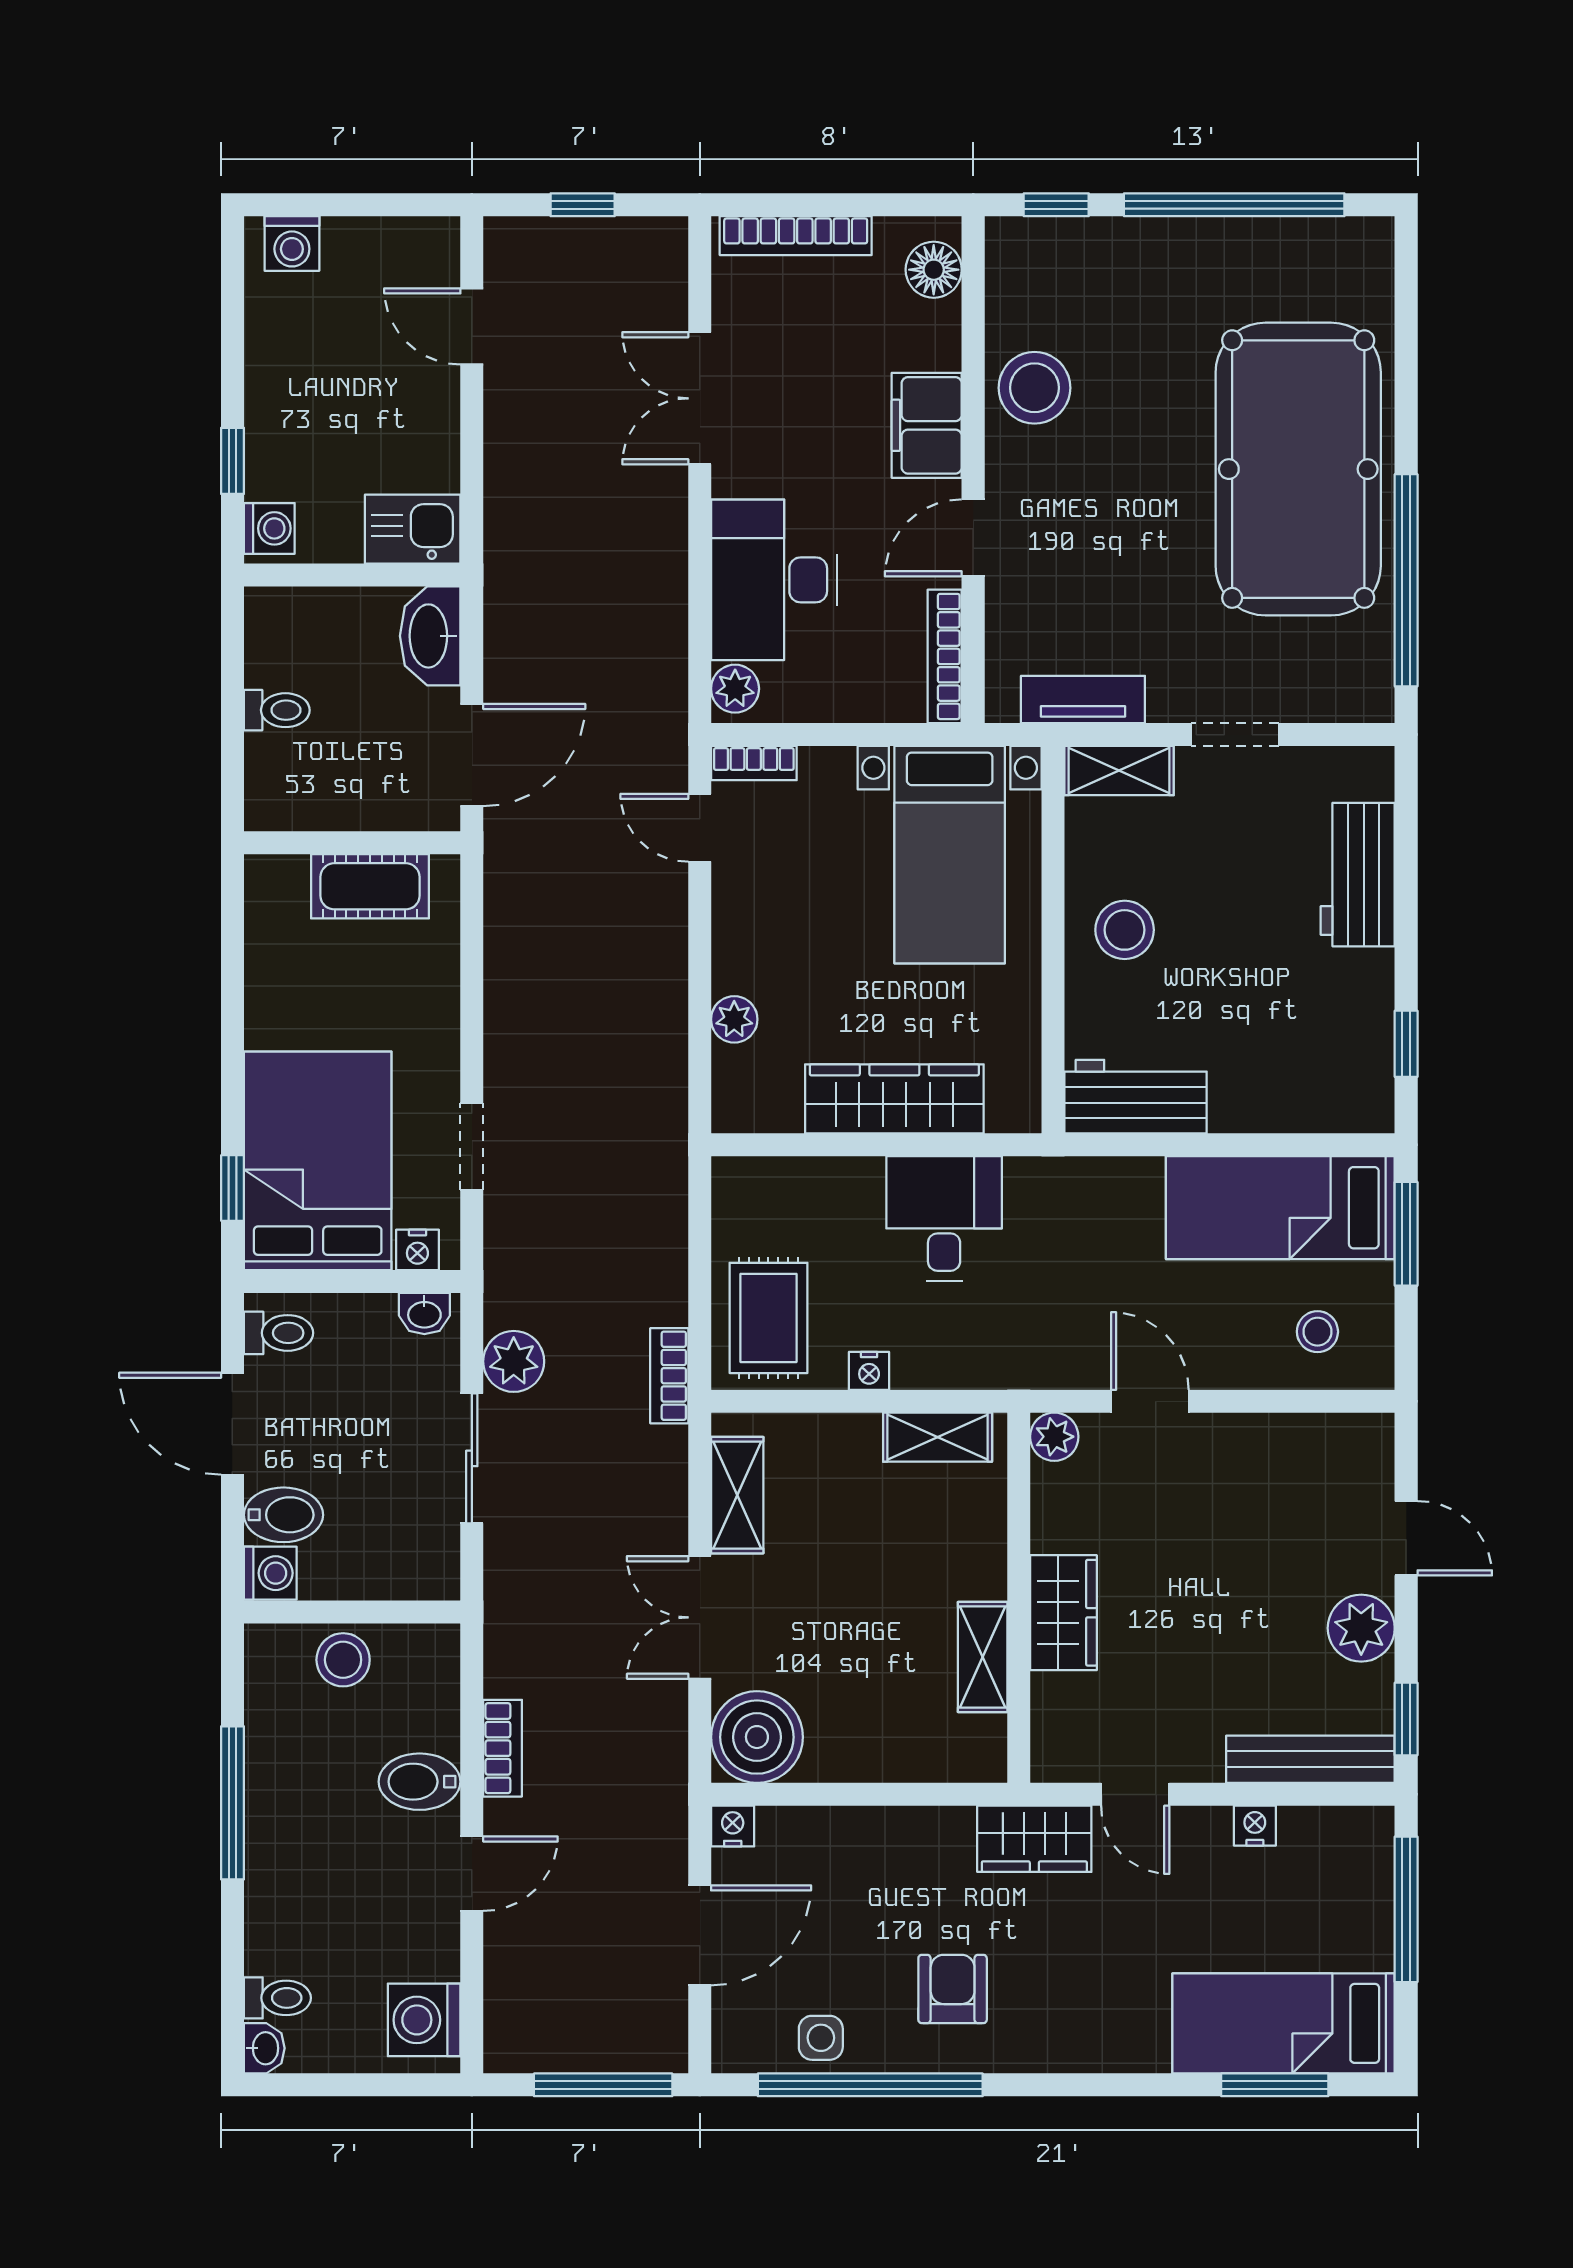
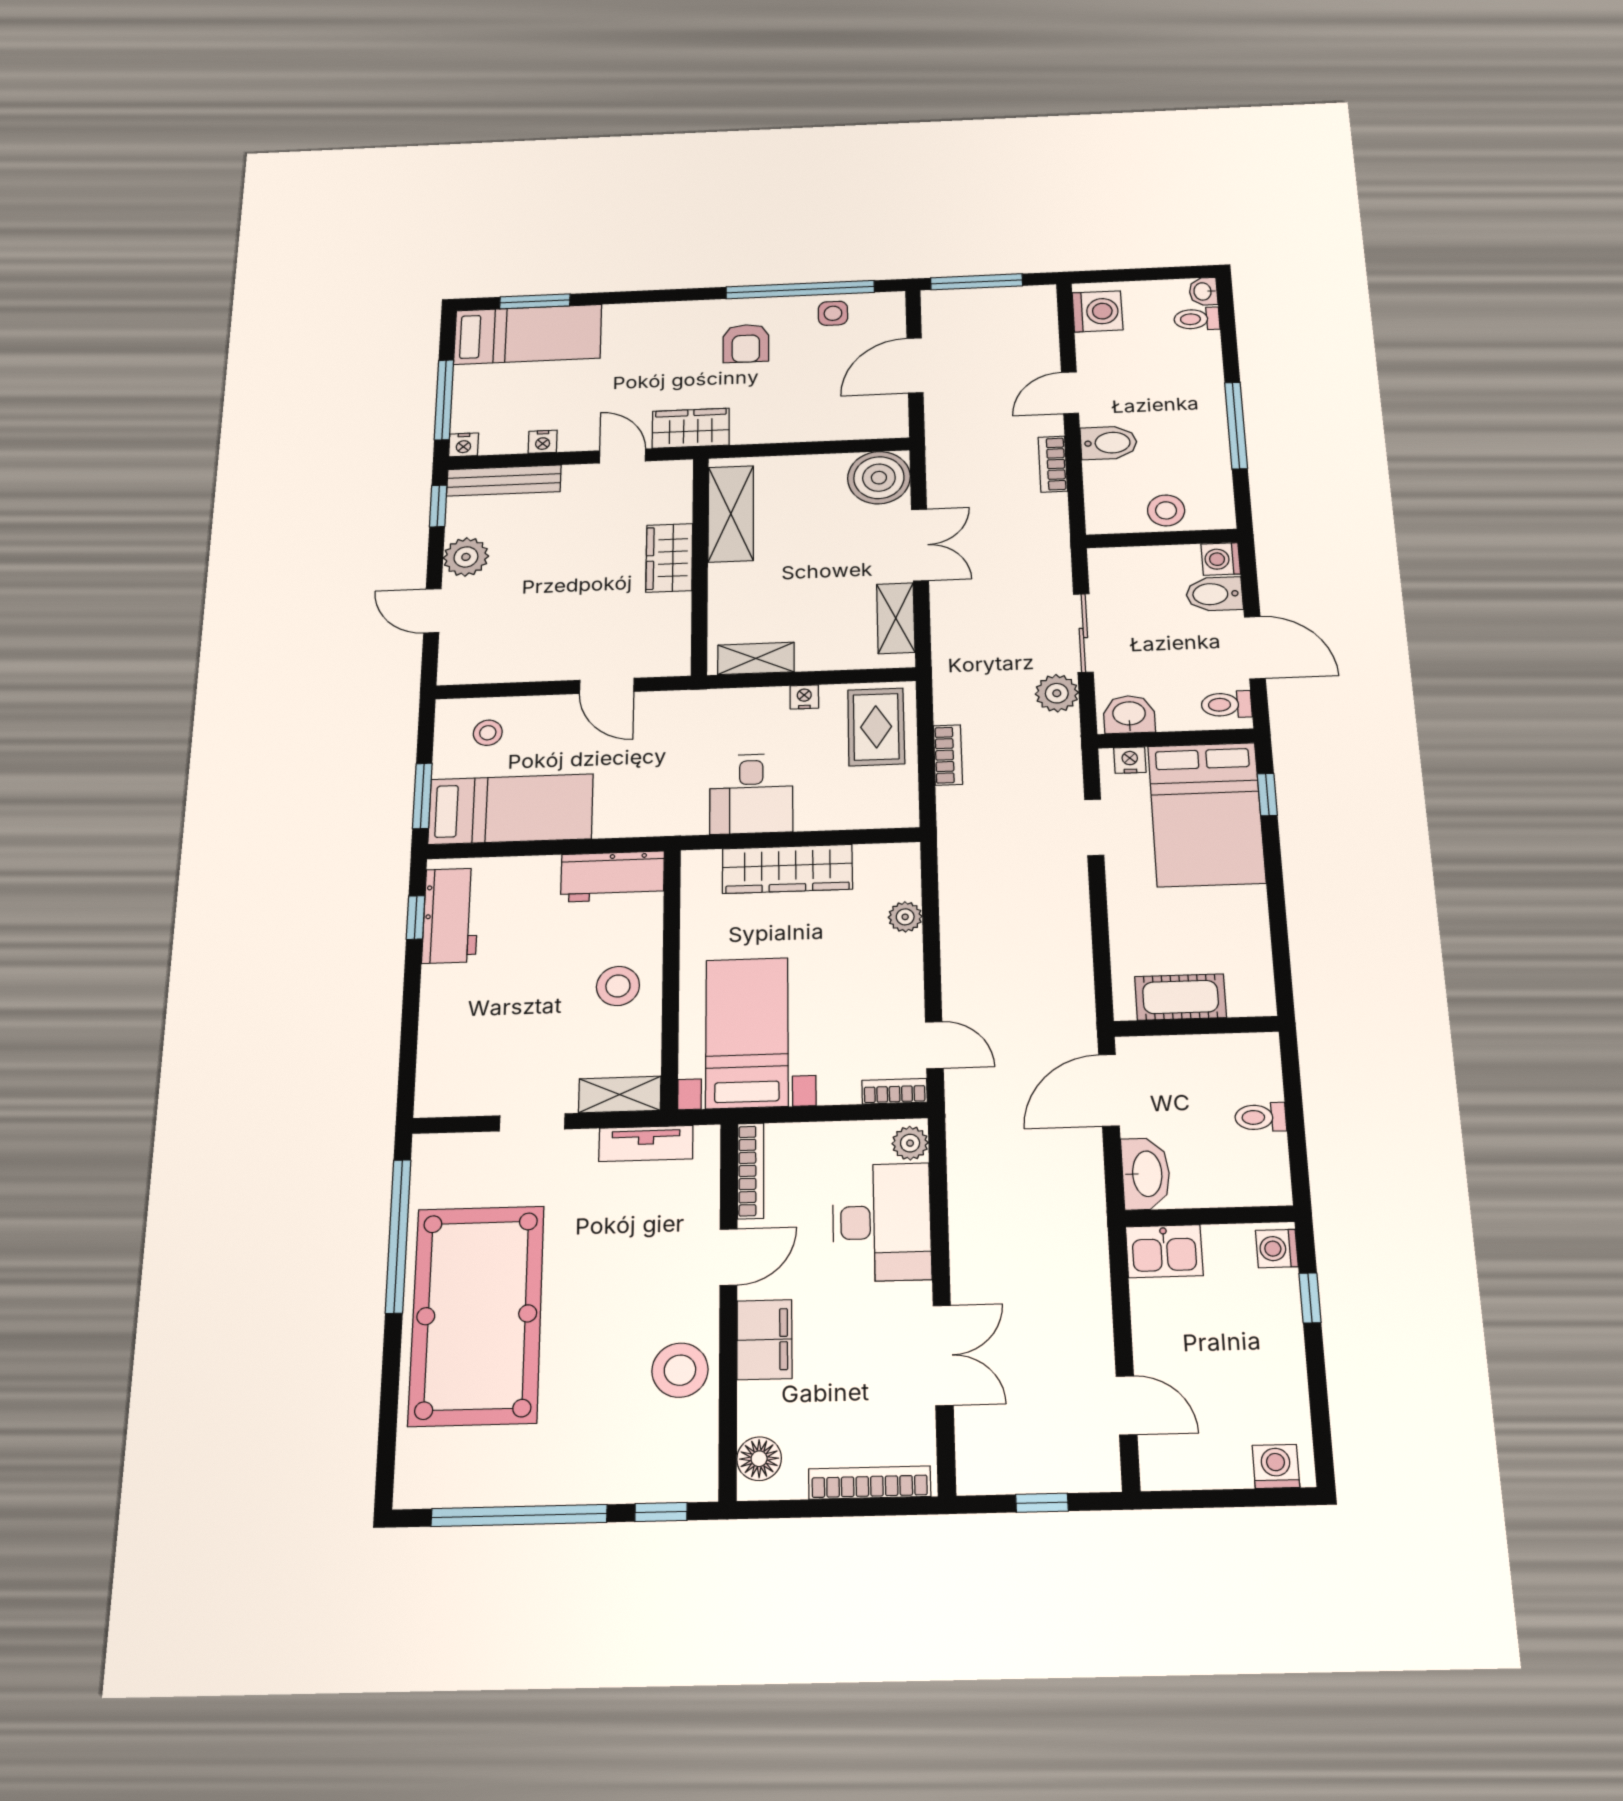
workbench: (1358, 875) -> (451, 916), moved
washbasin: (424, 1314) -> (1129, 714), width x1.38, depth x1.45
bookcase: (669, 1376) -> (948, 755), moved
plant: (1054, 1437) -> (674, 662), removed
shelving: (983, 1657) -> (731, 514), width x1.50, depth x1.33
nightstand: (733, 1826) -> (464, 445), moved

